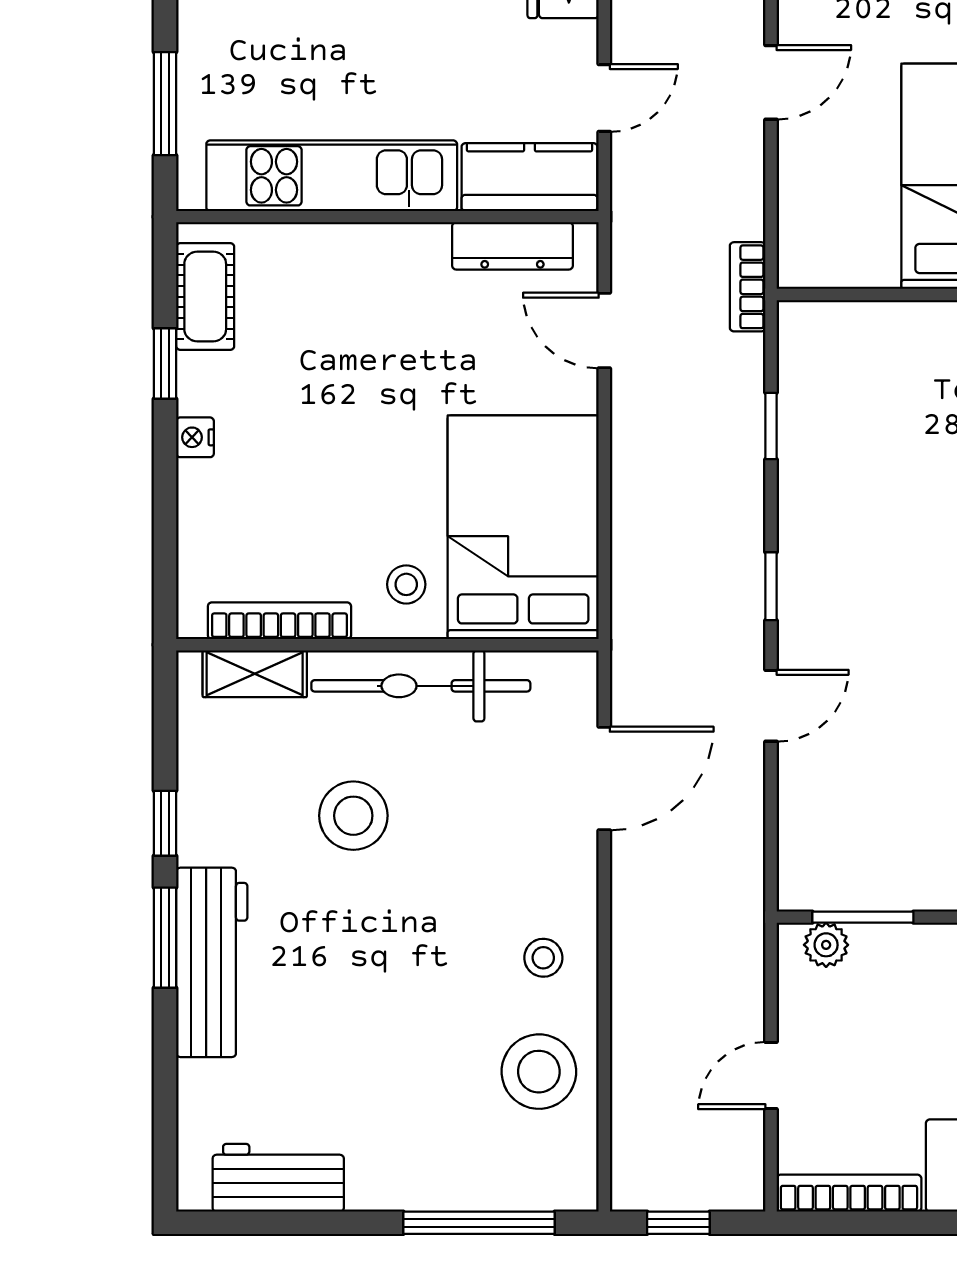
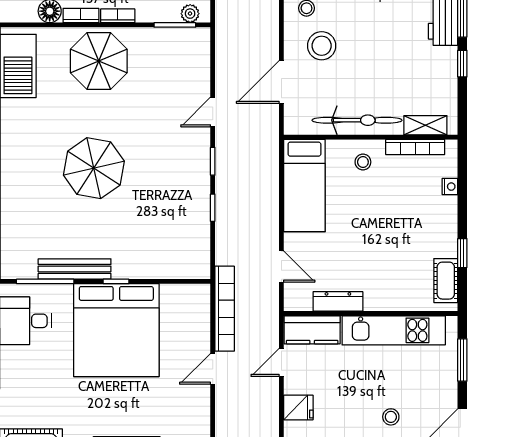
dresser: (512, 246) -> (338, 301), moved
bookcase: (748, 287) -> (225, 309), width x2.31, depth x1.31
window: (771, 426) -> (213, 208), moved
nightstand: (195, 437) -> (450, 187), moved
bed: (523, 527) -> (304, 186), width x0.67
stool: (353, 816) -> (322, 46), moved

